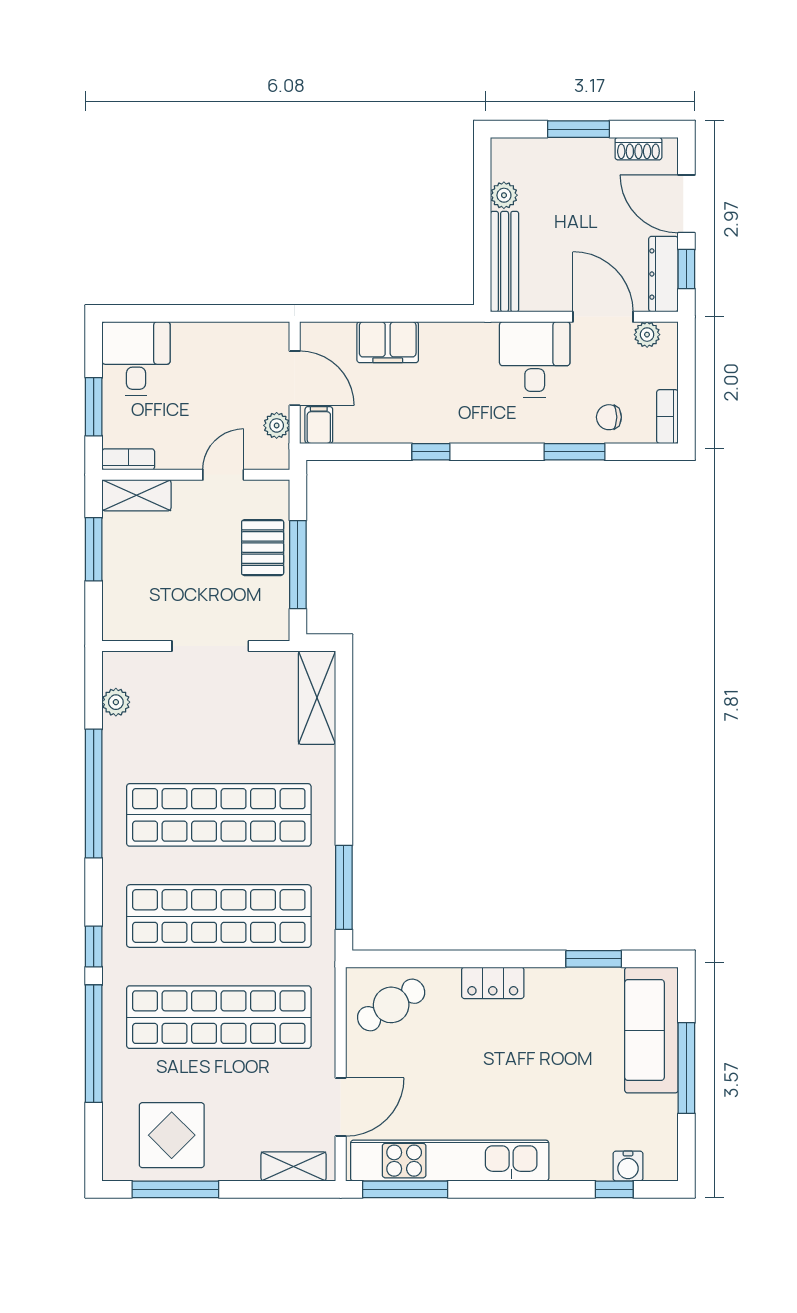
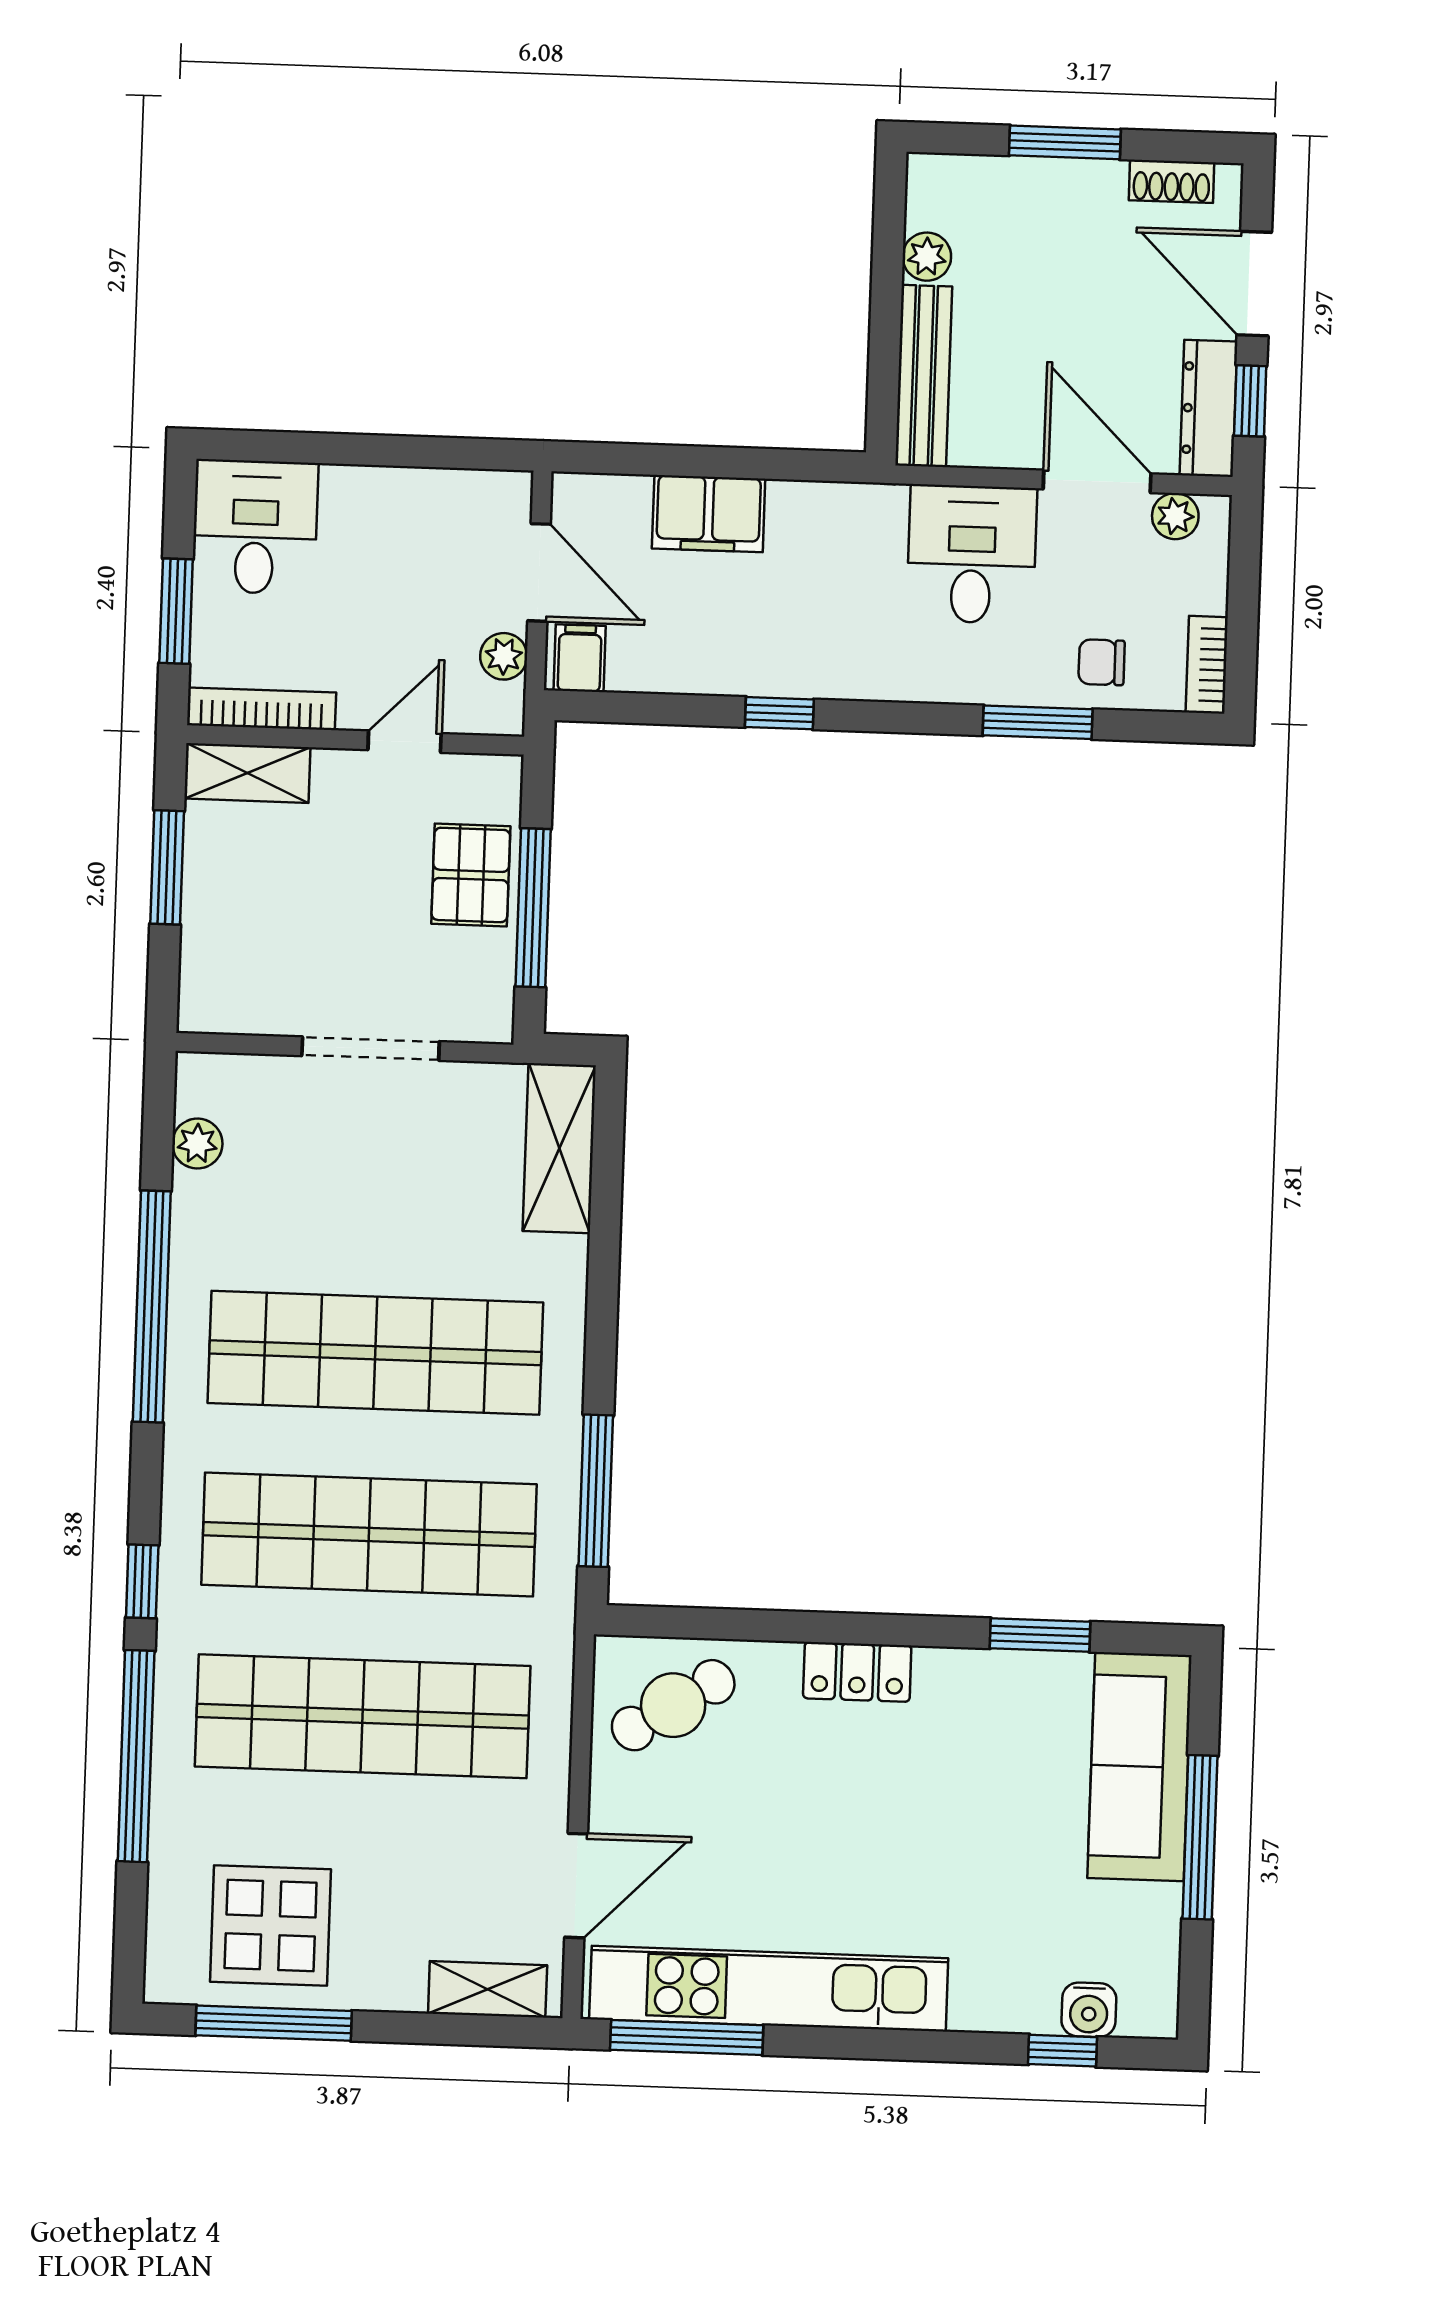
bookcase: (128, 459) -> (261, 709), width x1.56

